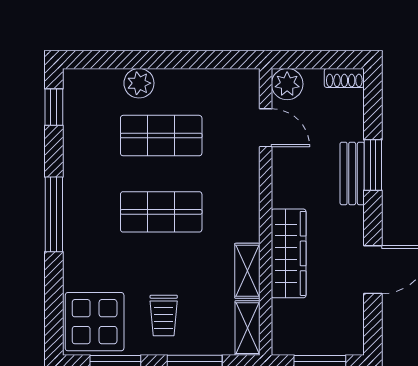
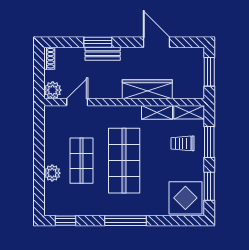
shop shelf: (161, 212) -> (124, 161), width x1.43, depth x1.36
trolley: (164, 315) -> (183, 143), moved, turned 180

